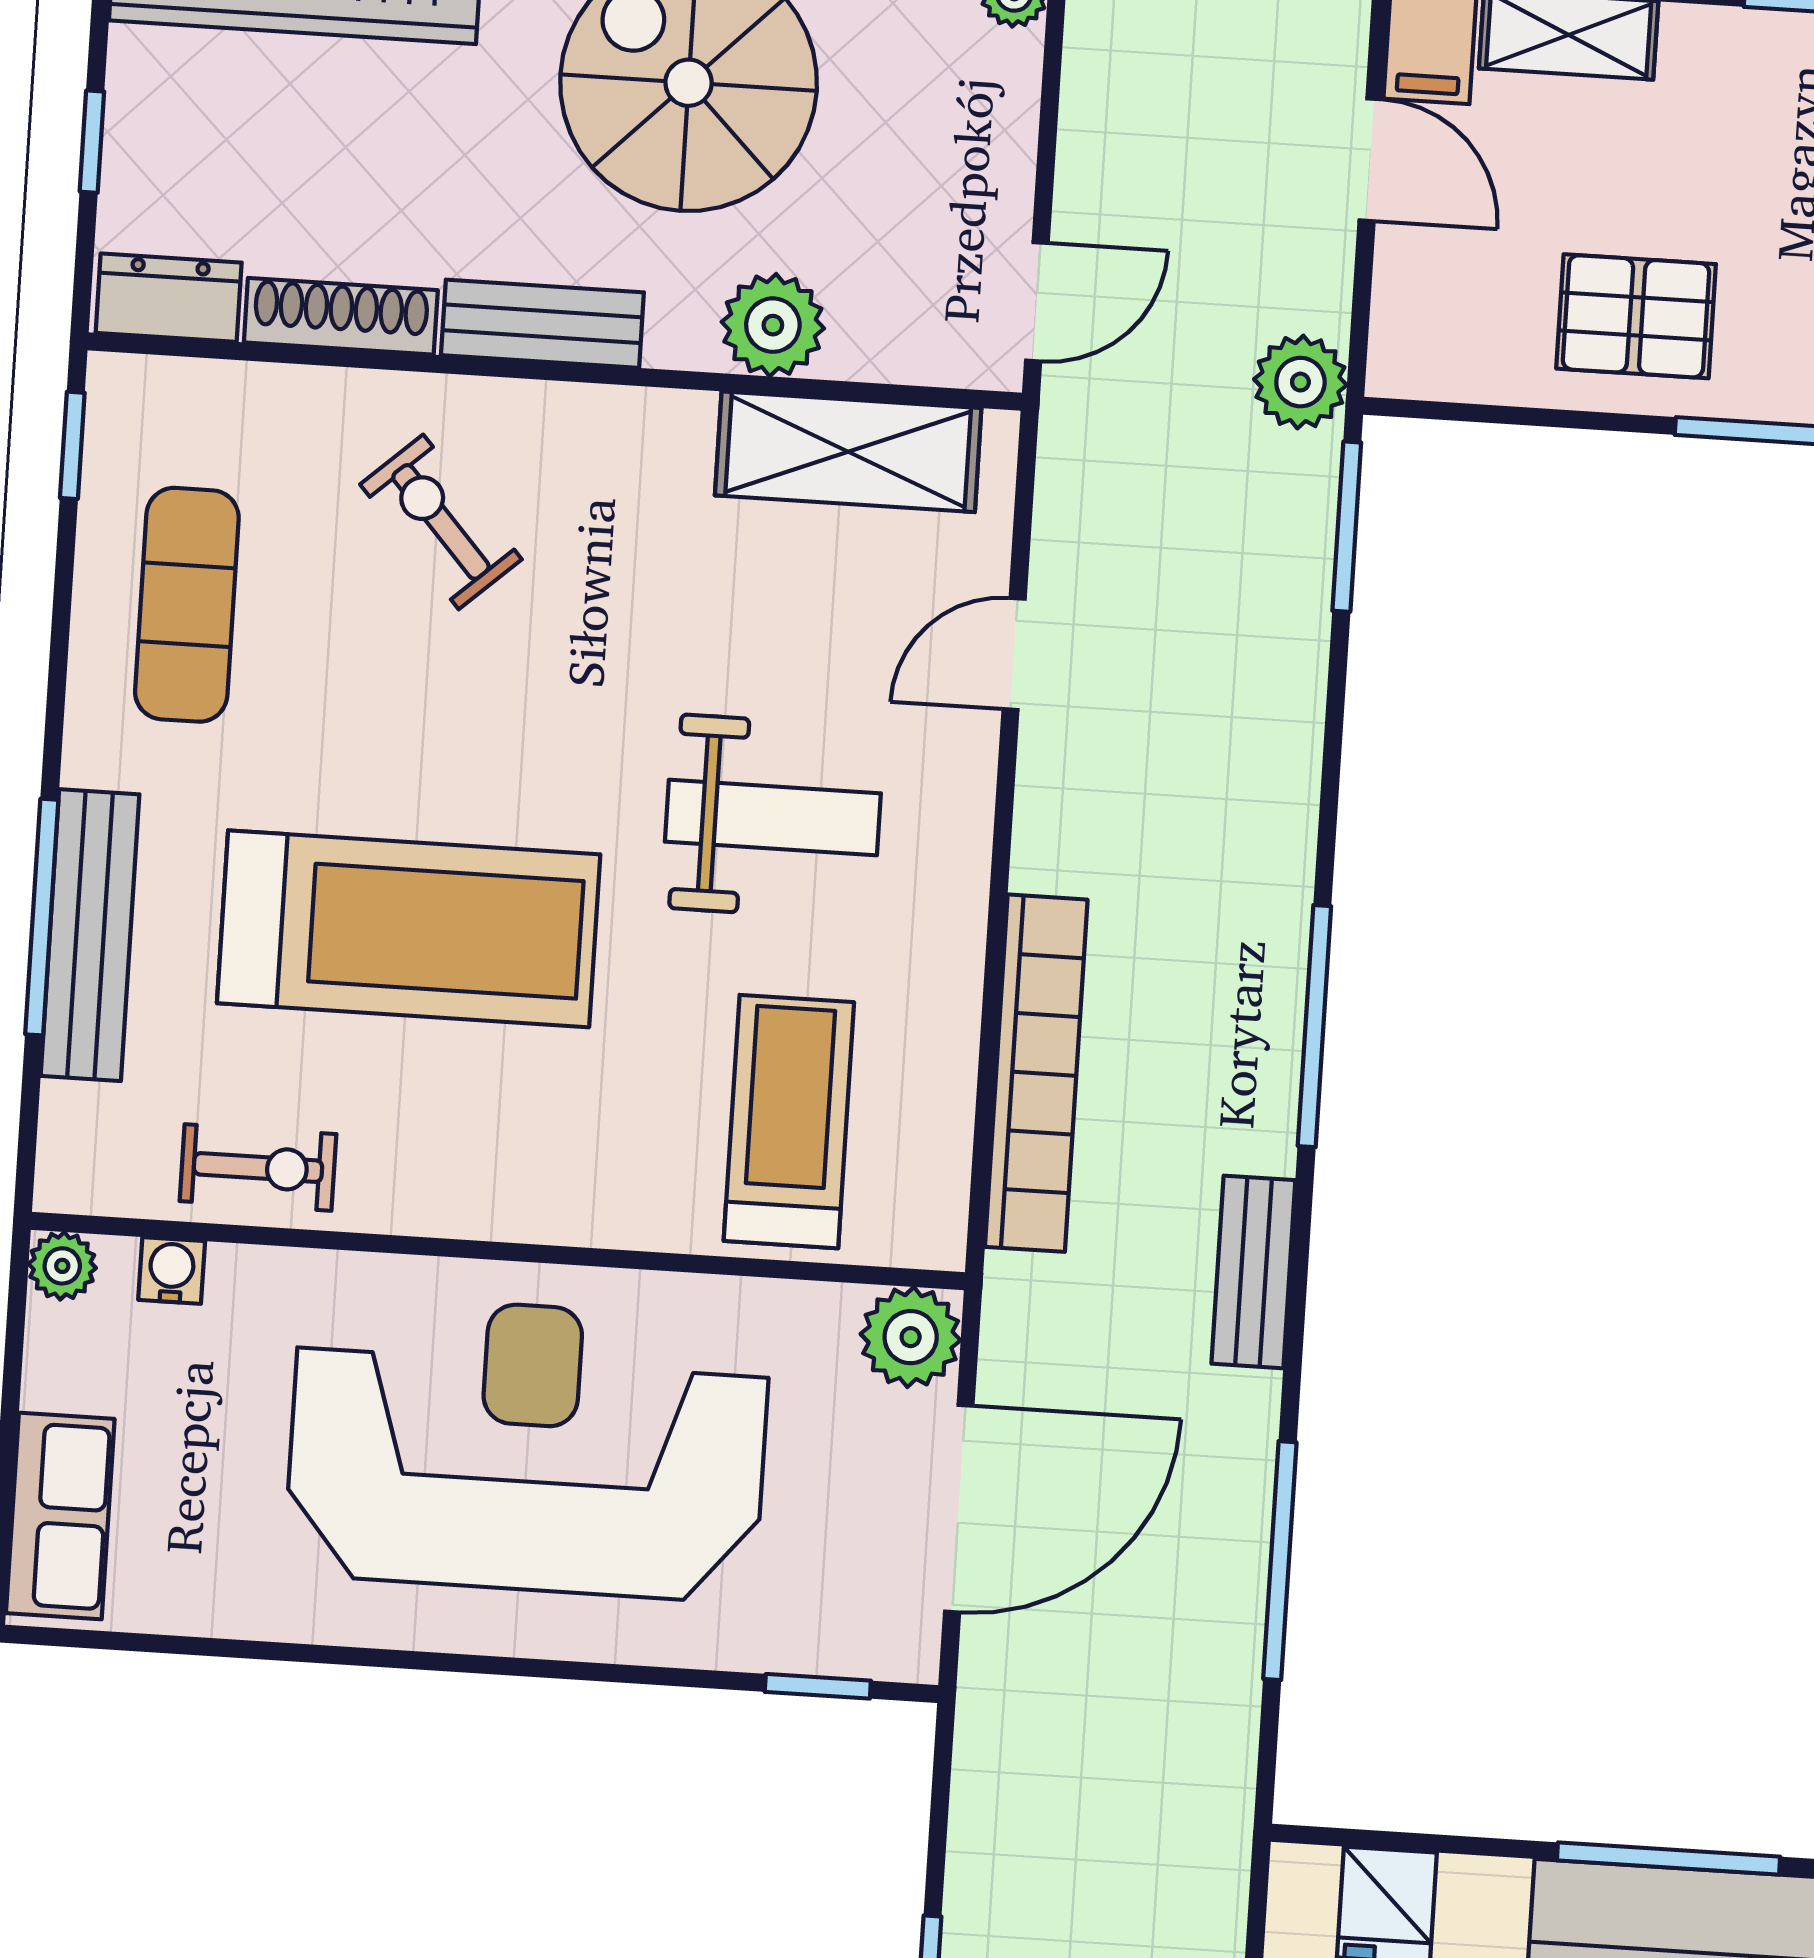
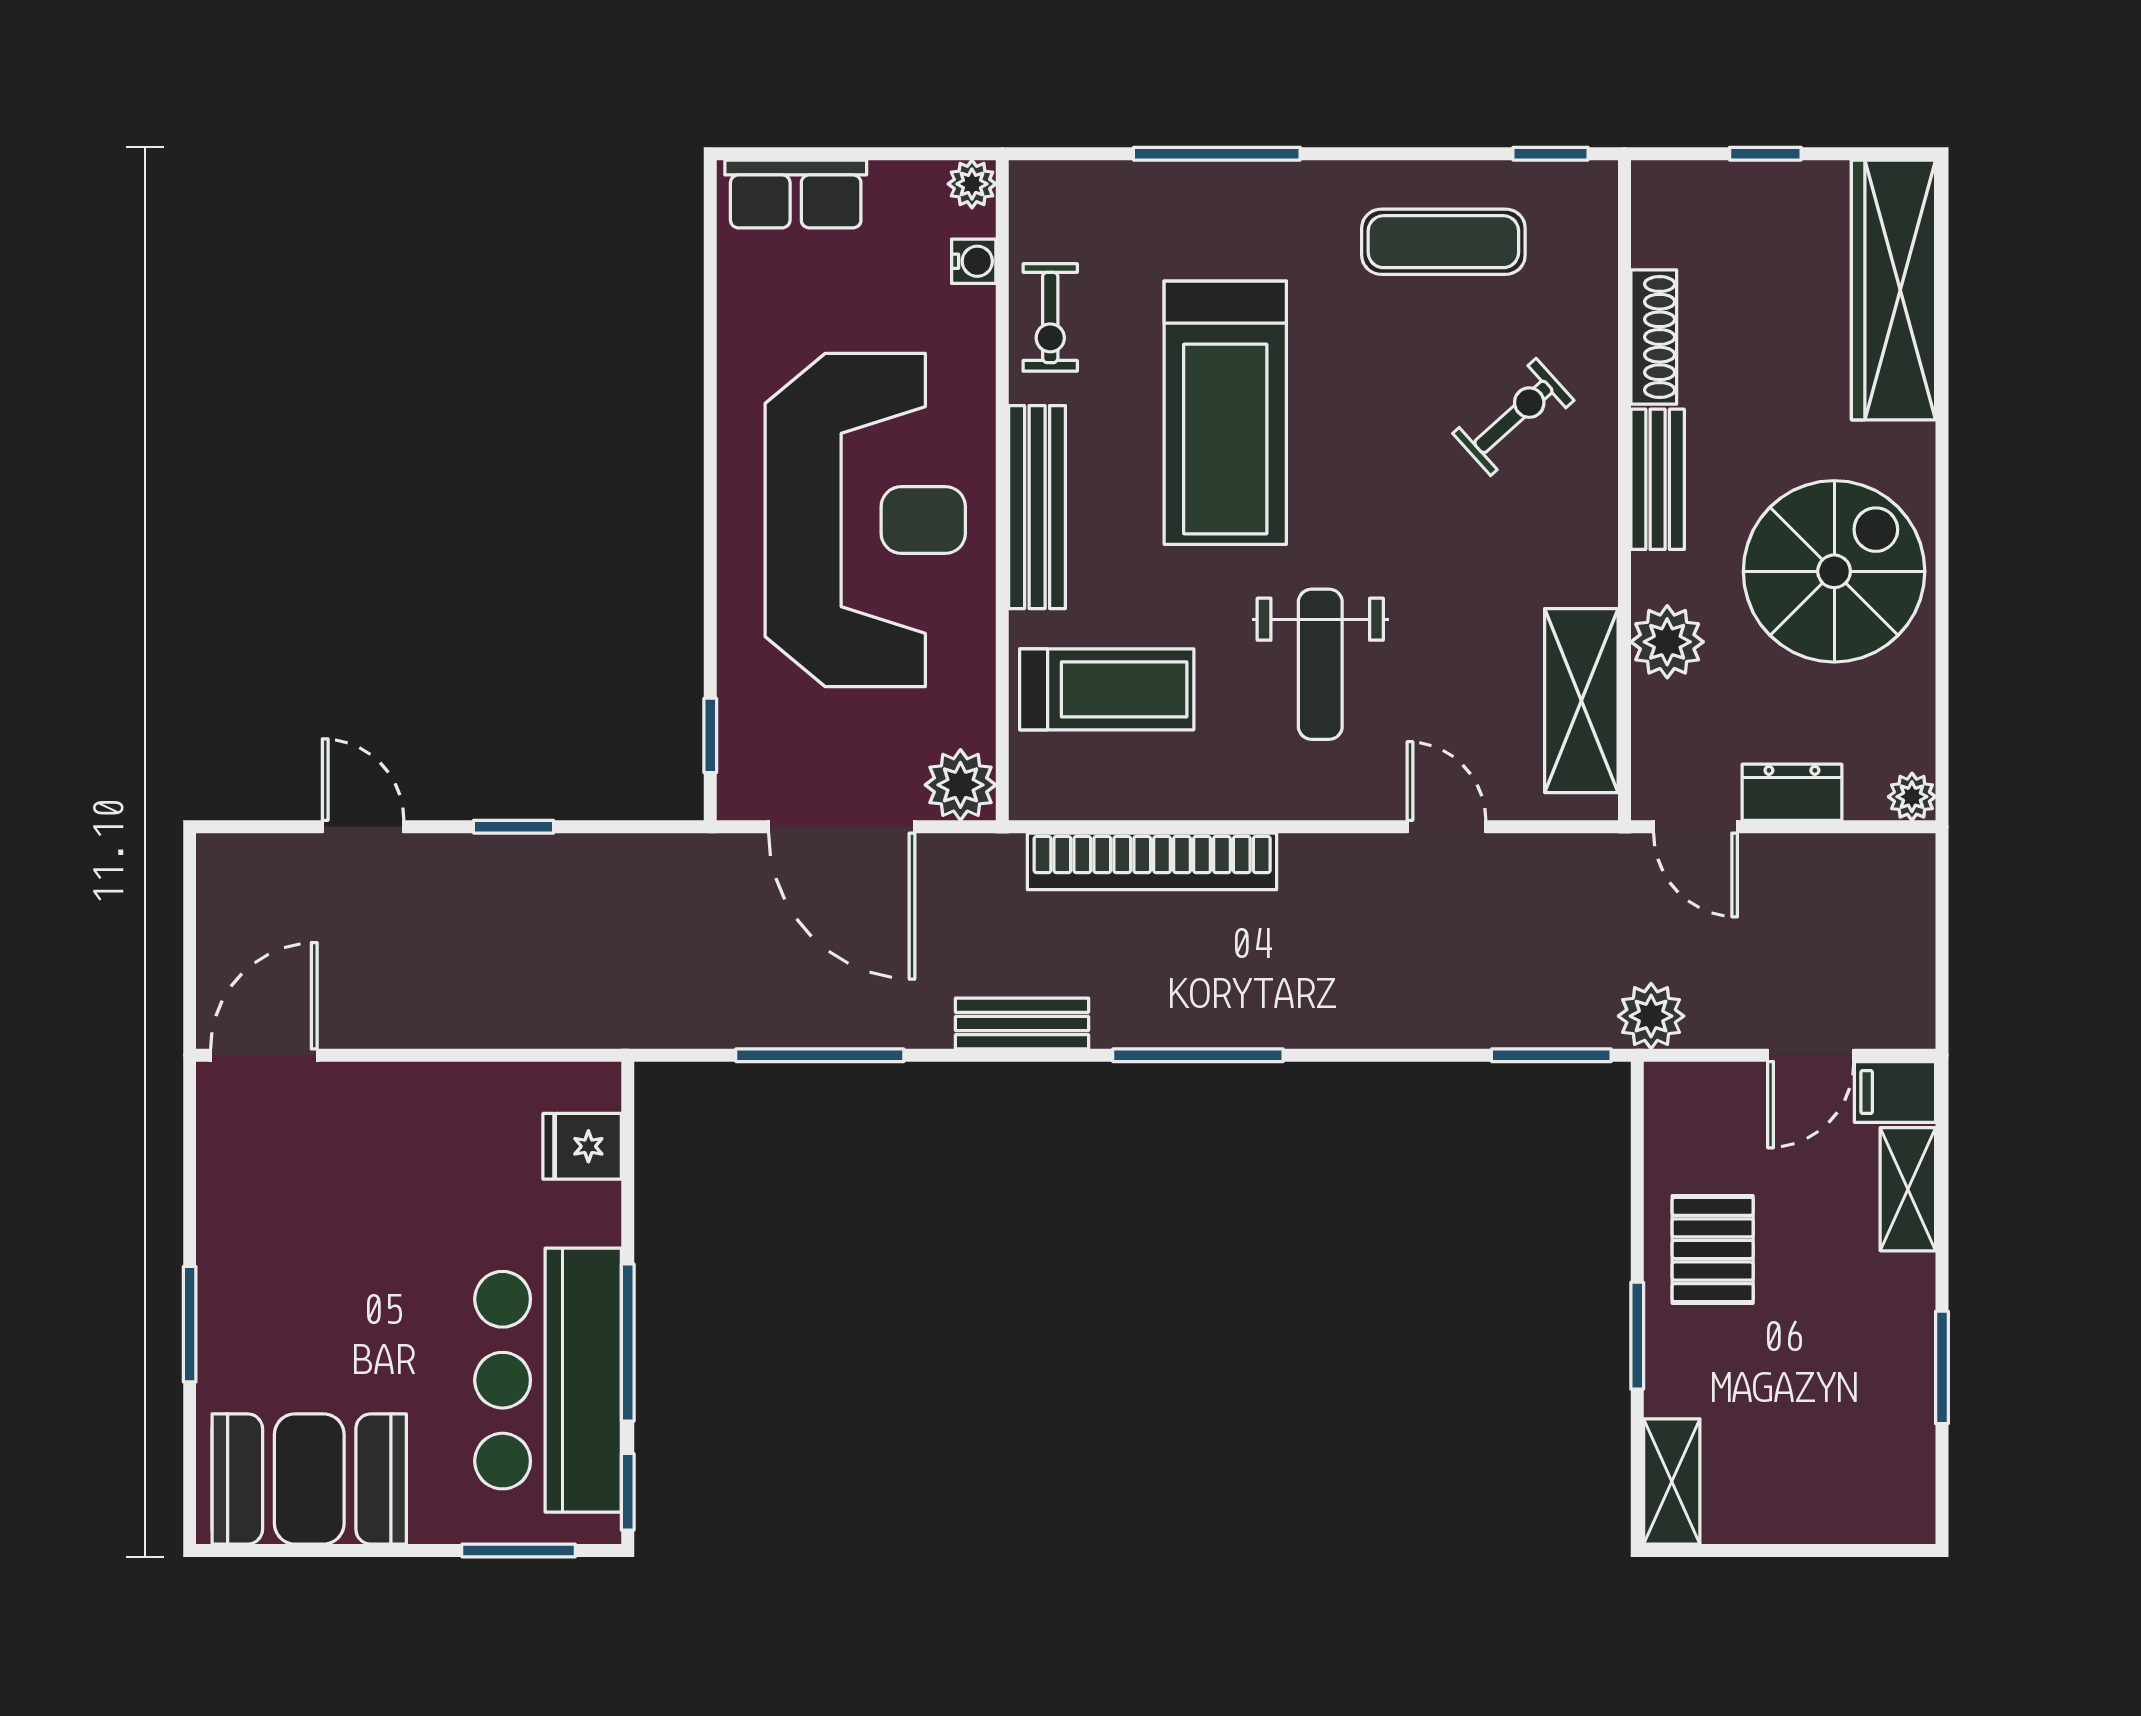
dresser: (169, 298) -> (1792, 792), moved, turned -90
bench: (90, 935) -> (1037, 507), moved, turned 90

